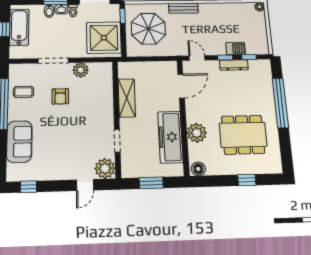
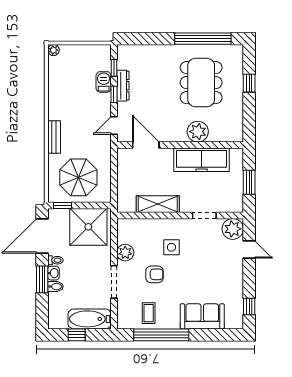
bathtub: (19, 27) -> (90, 319), moved
window: (280, 103) -> (203, 39), moved
side table: (86, 111) -> (171, 247), added
floor lamp: (198, 169) -> (236, 133), removed

